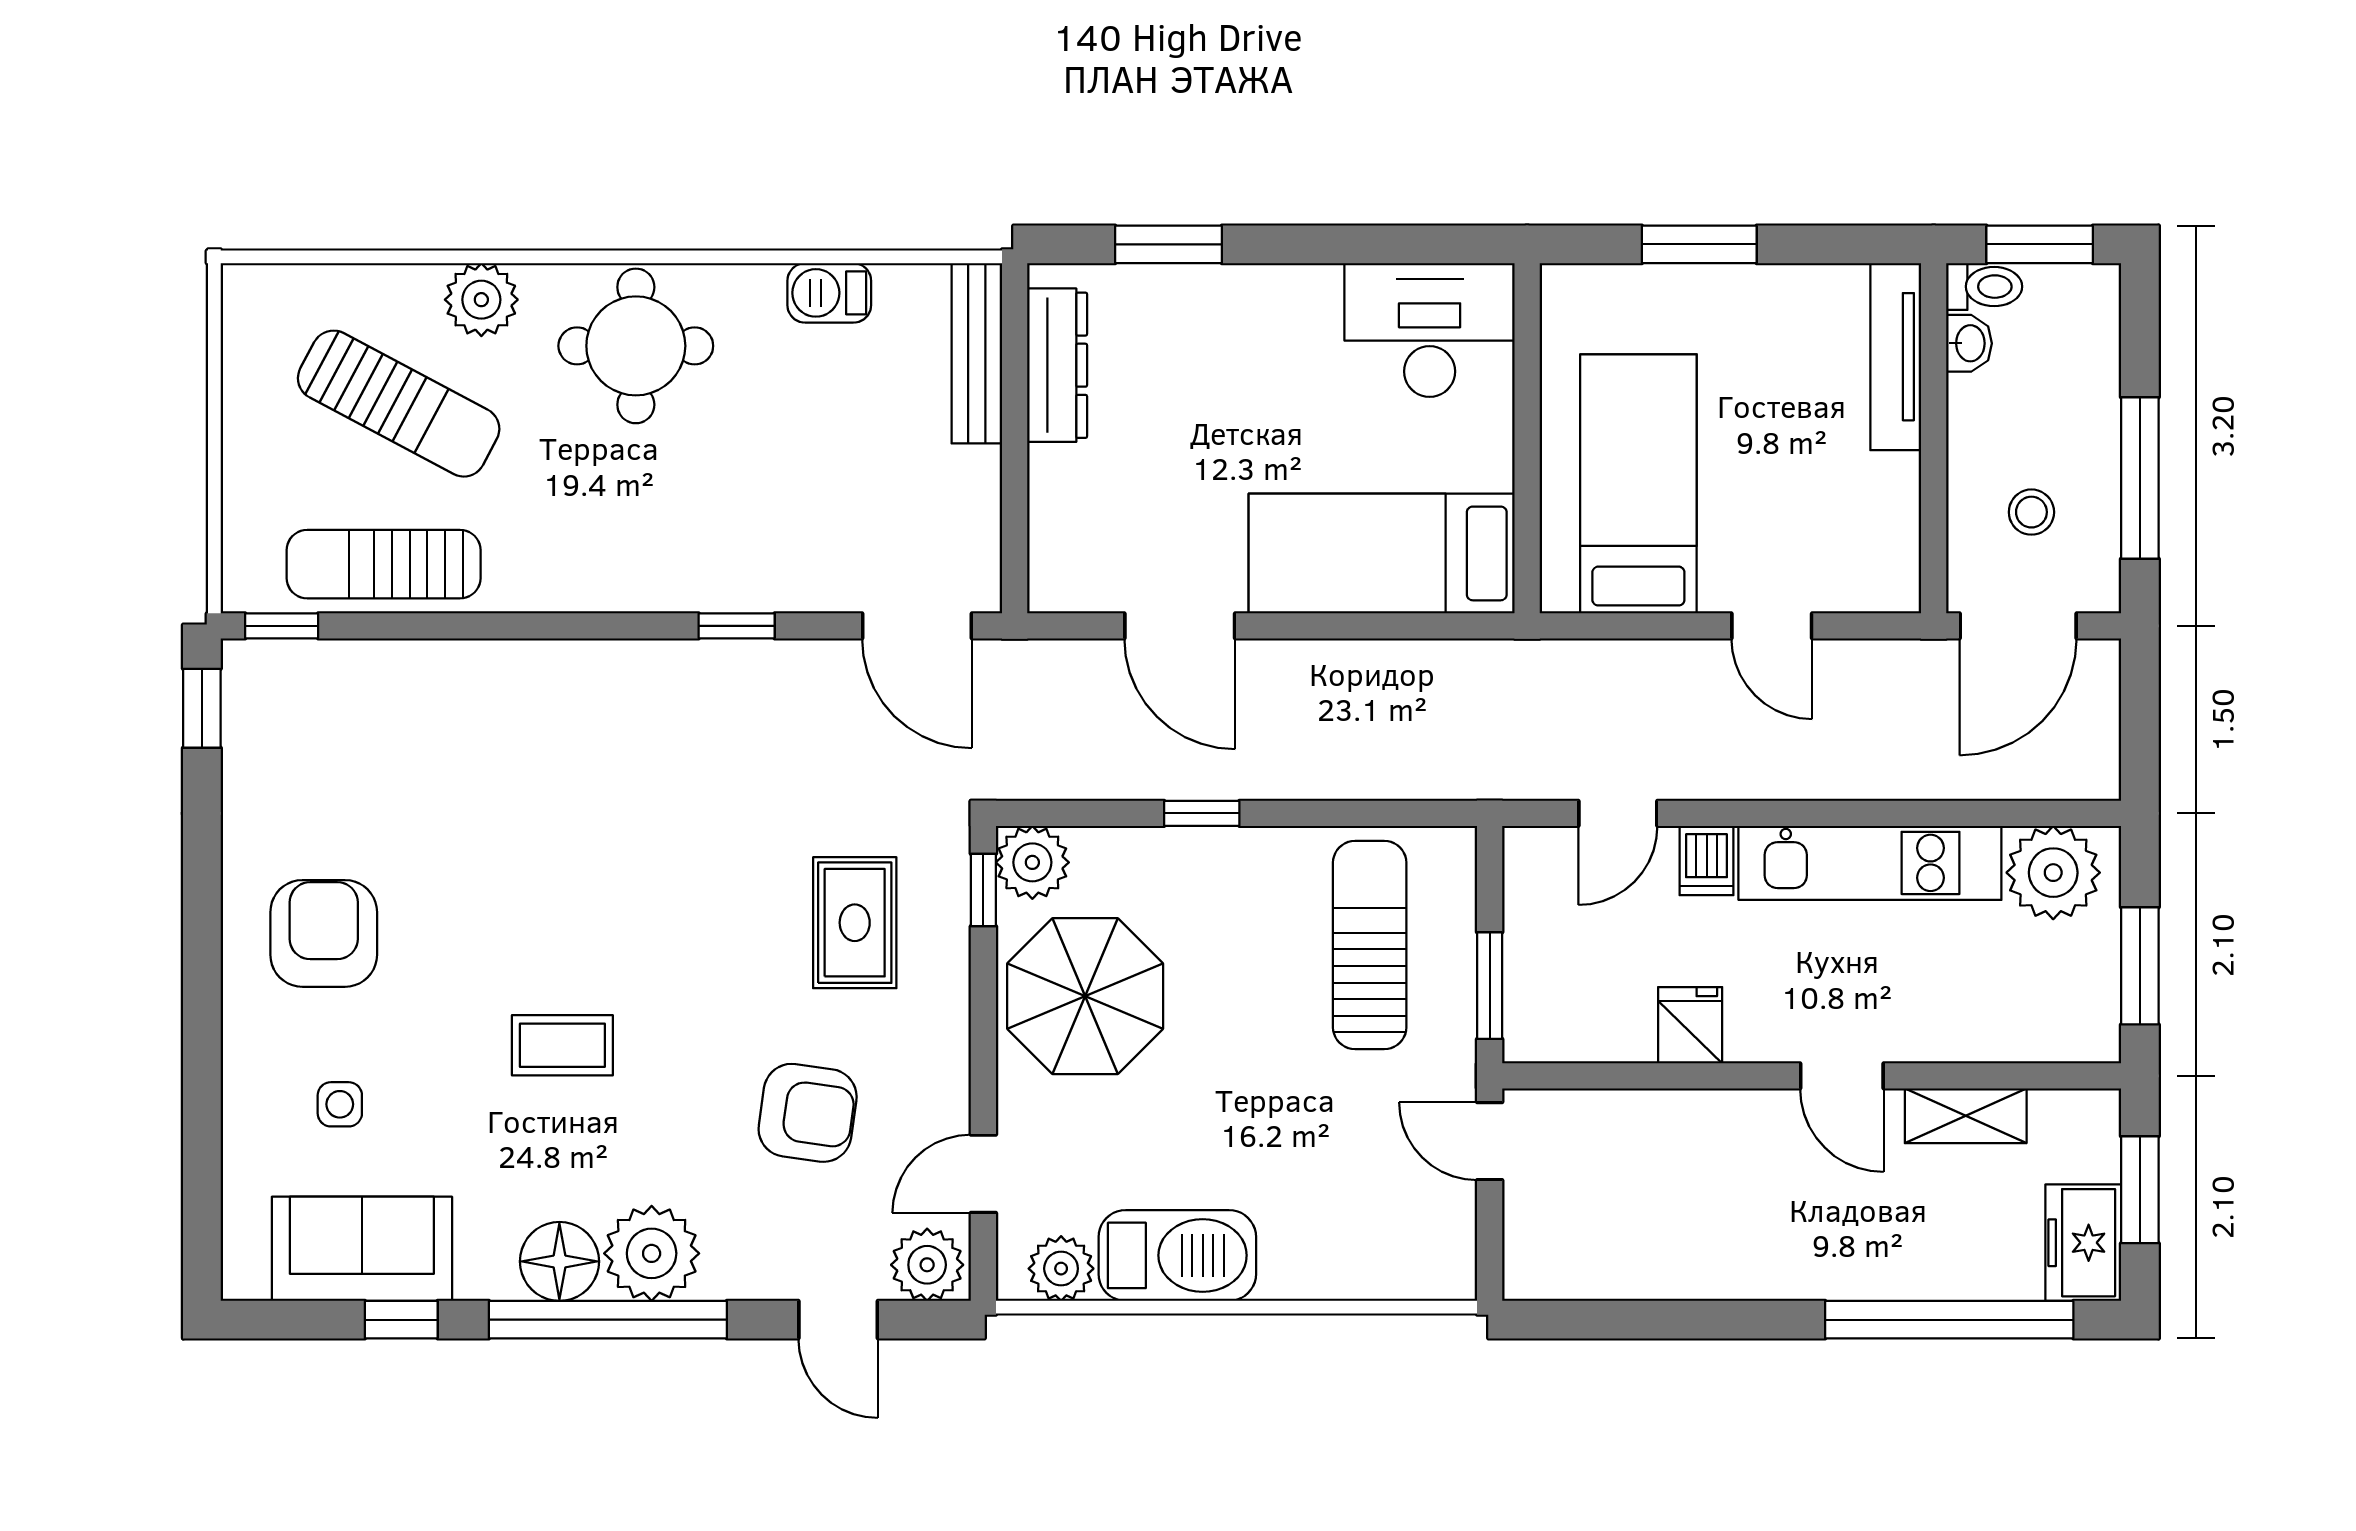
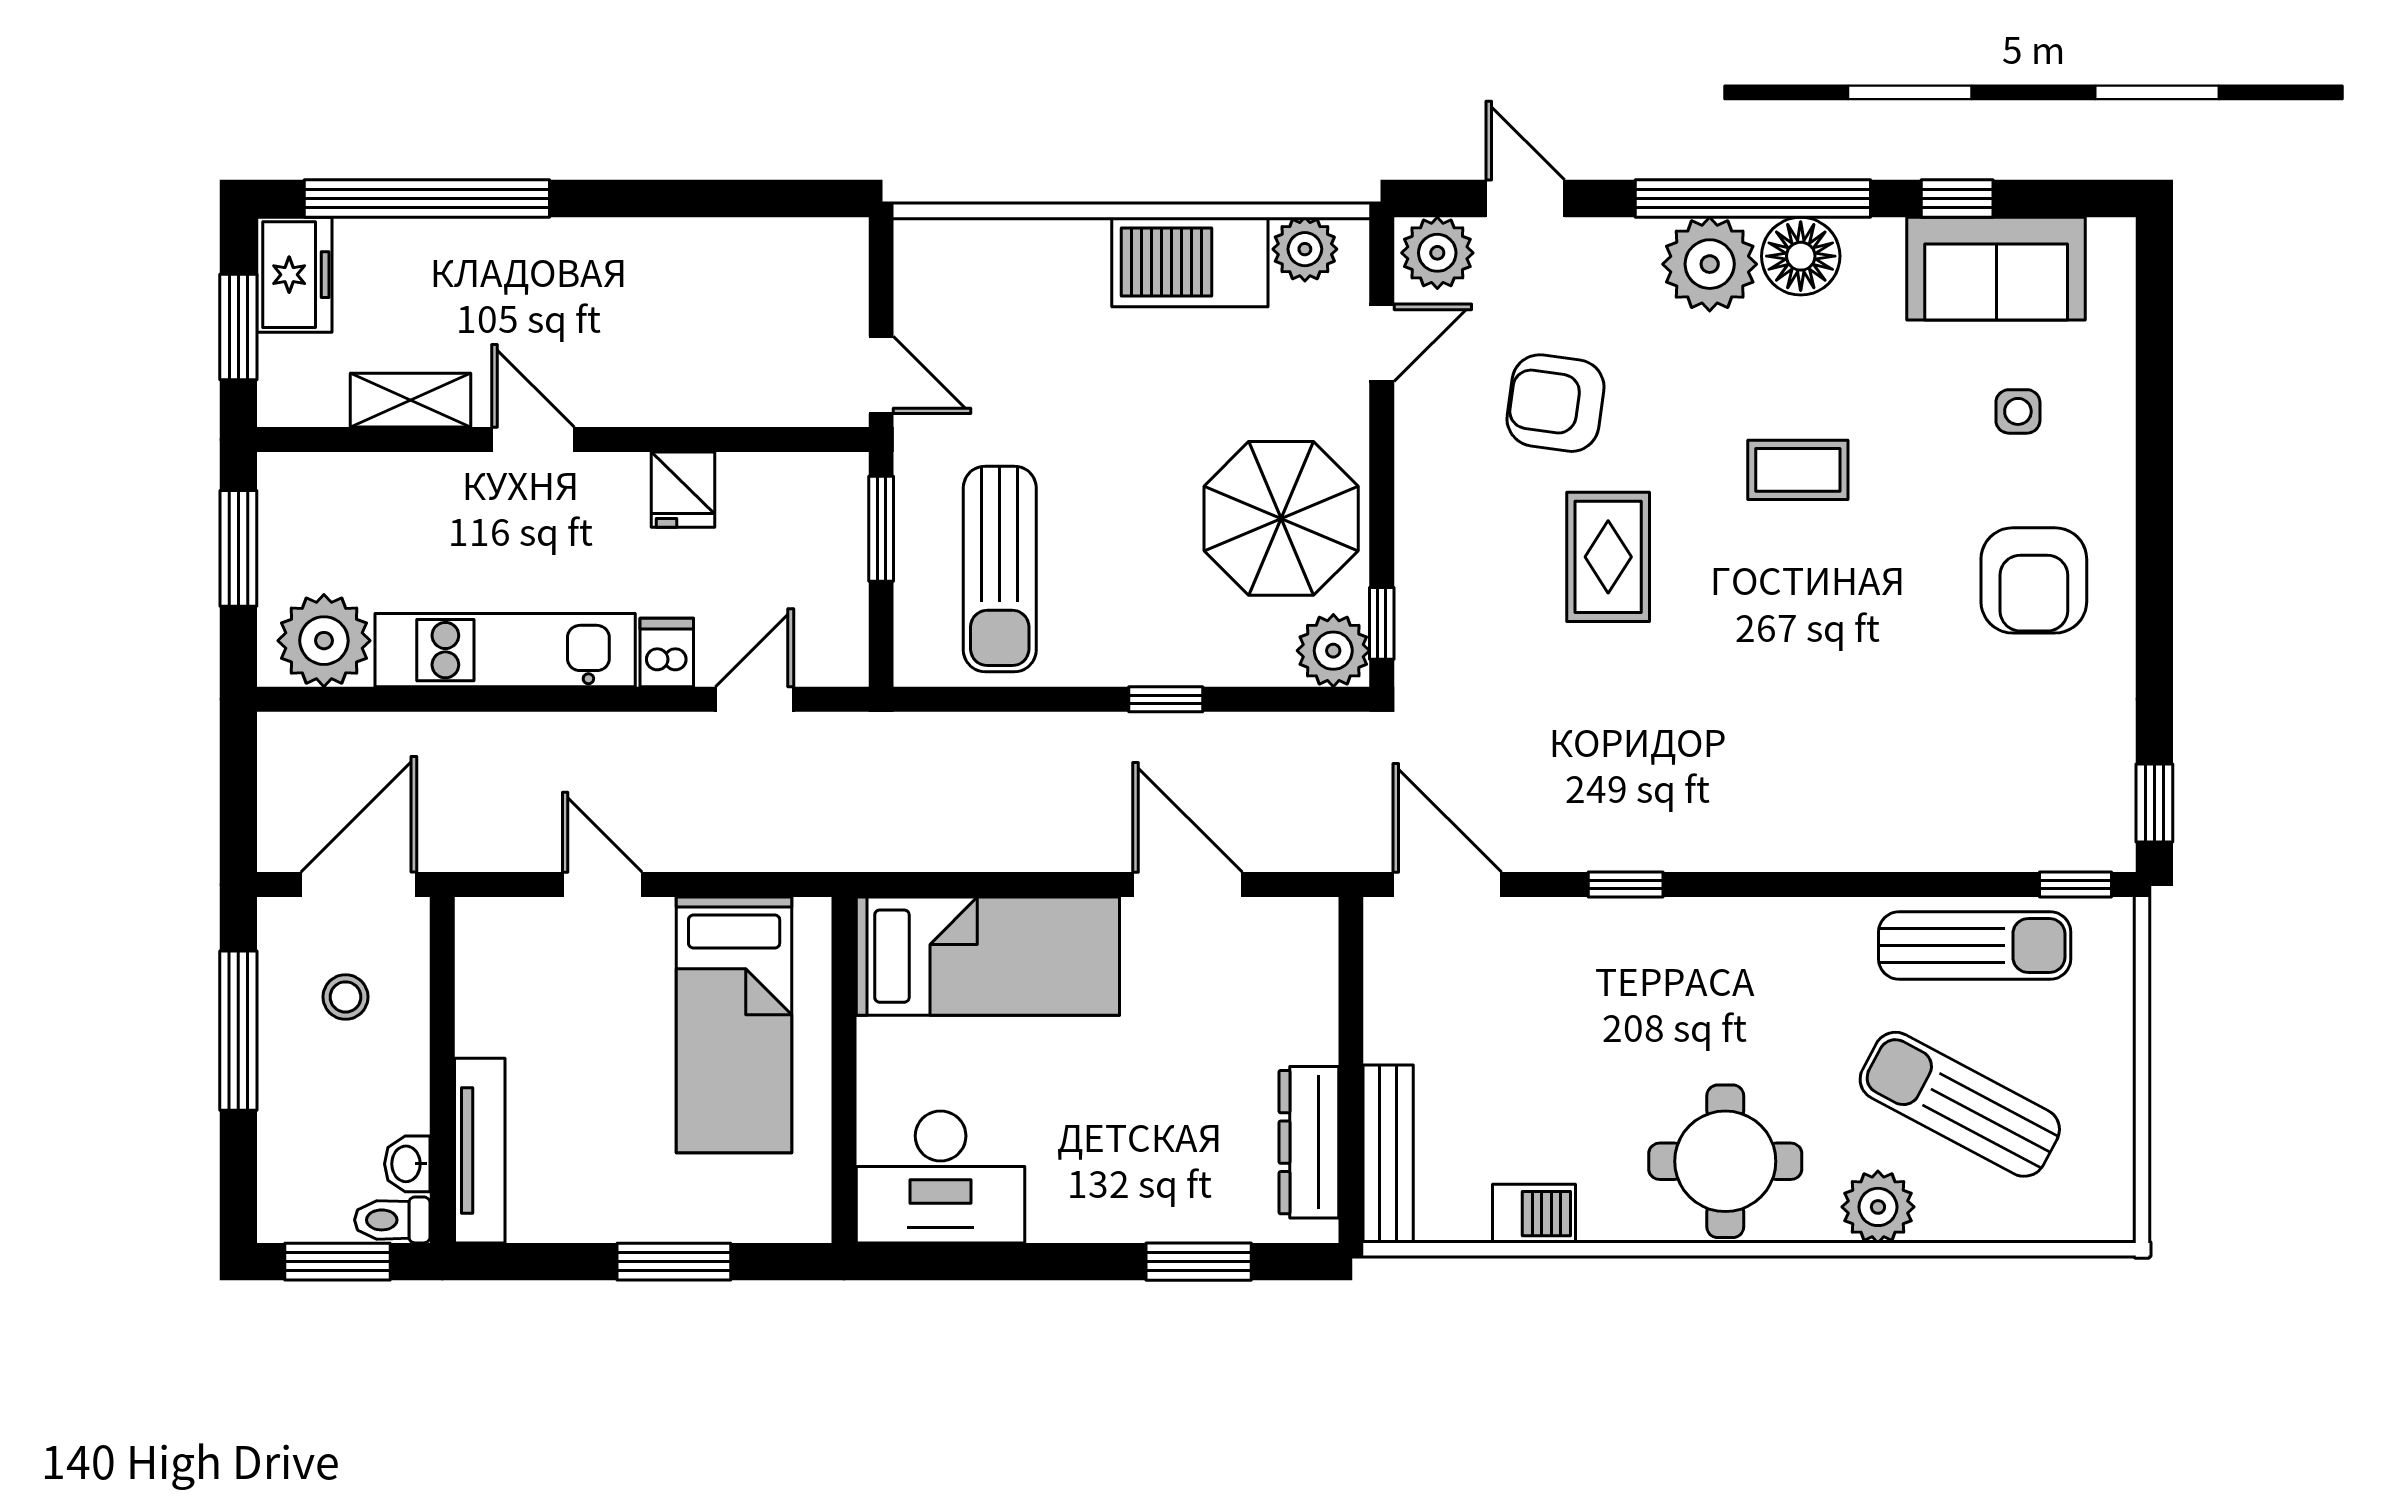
rug: (855, 923) -> (1608, 557), moved

